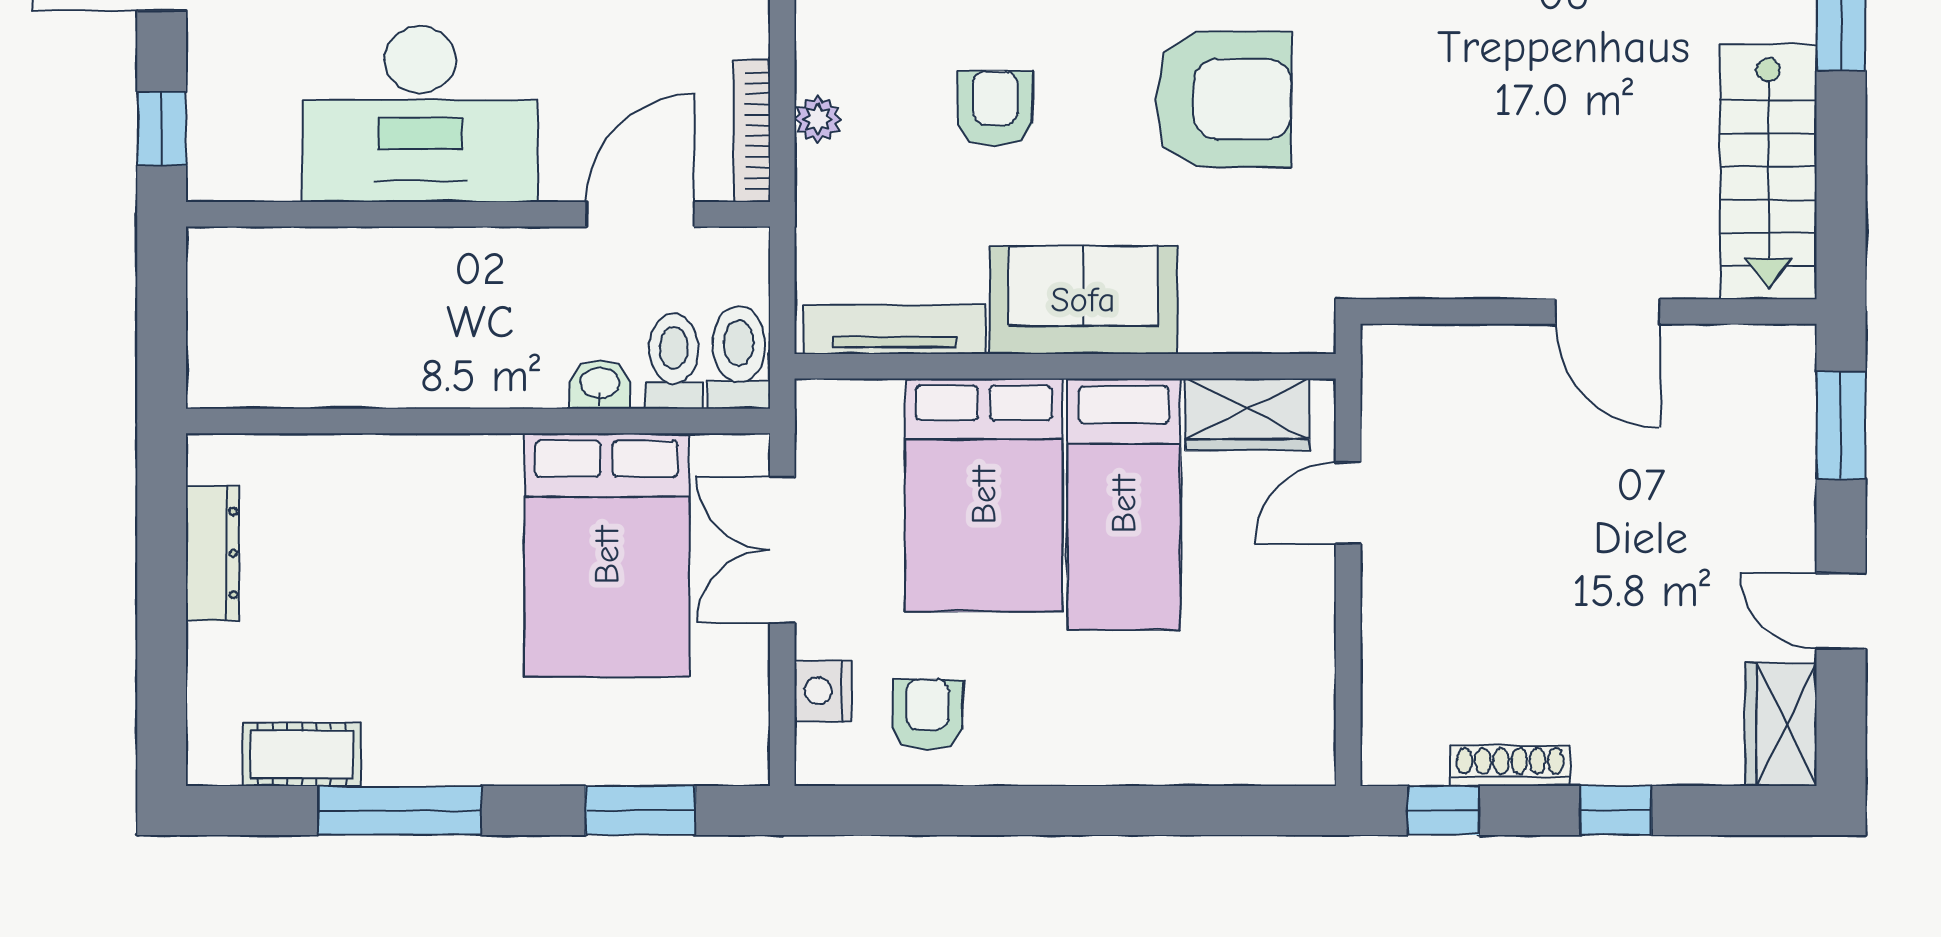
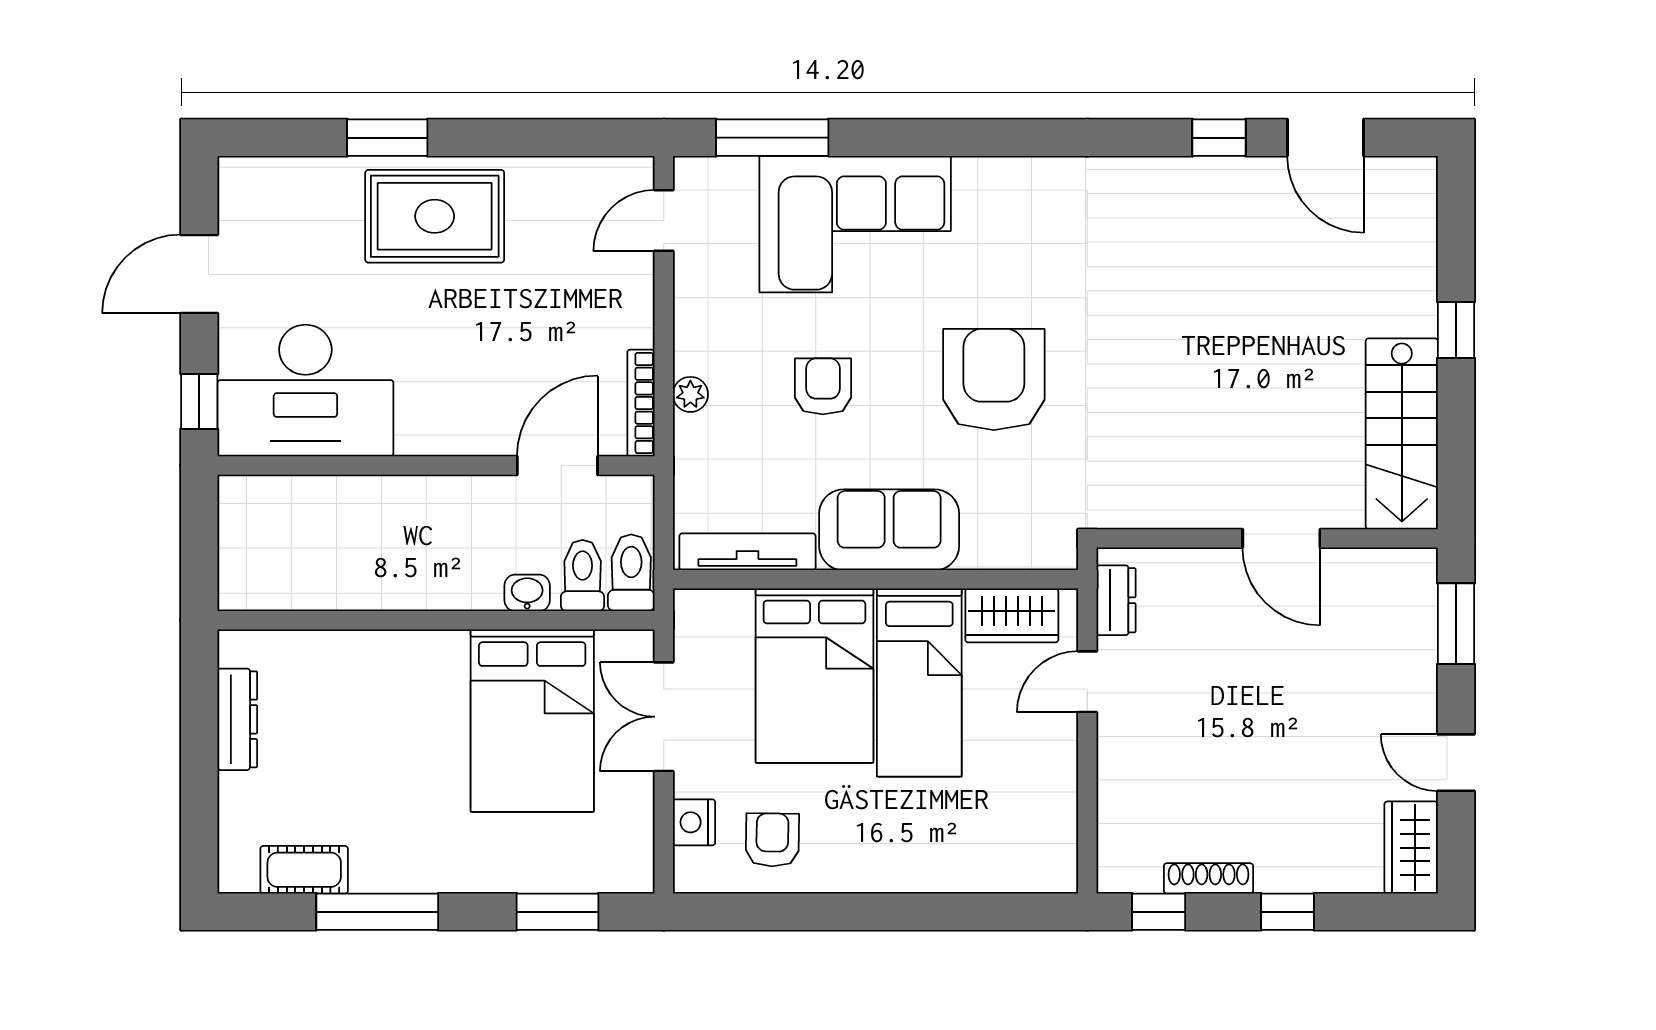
armchair: (1223, 99) -> (994, 379), turned -90
desk: (420, 114) -> (305, 391), moved
dresser: (1387, 394) -> (1116, 600), added

